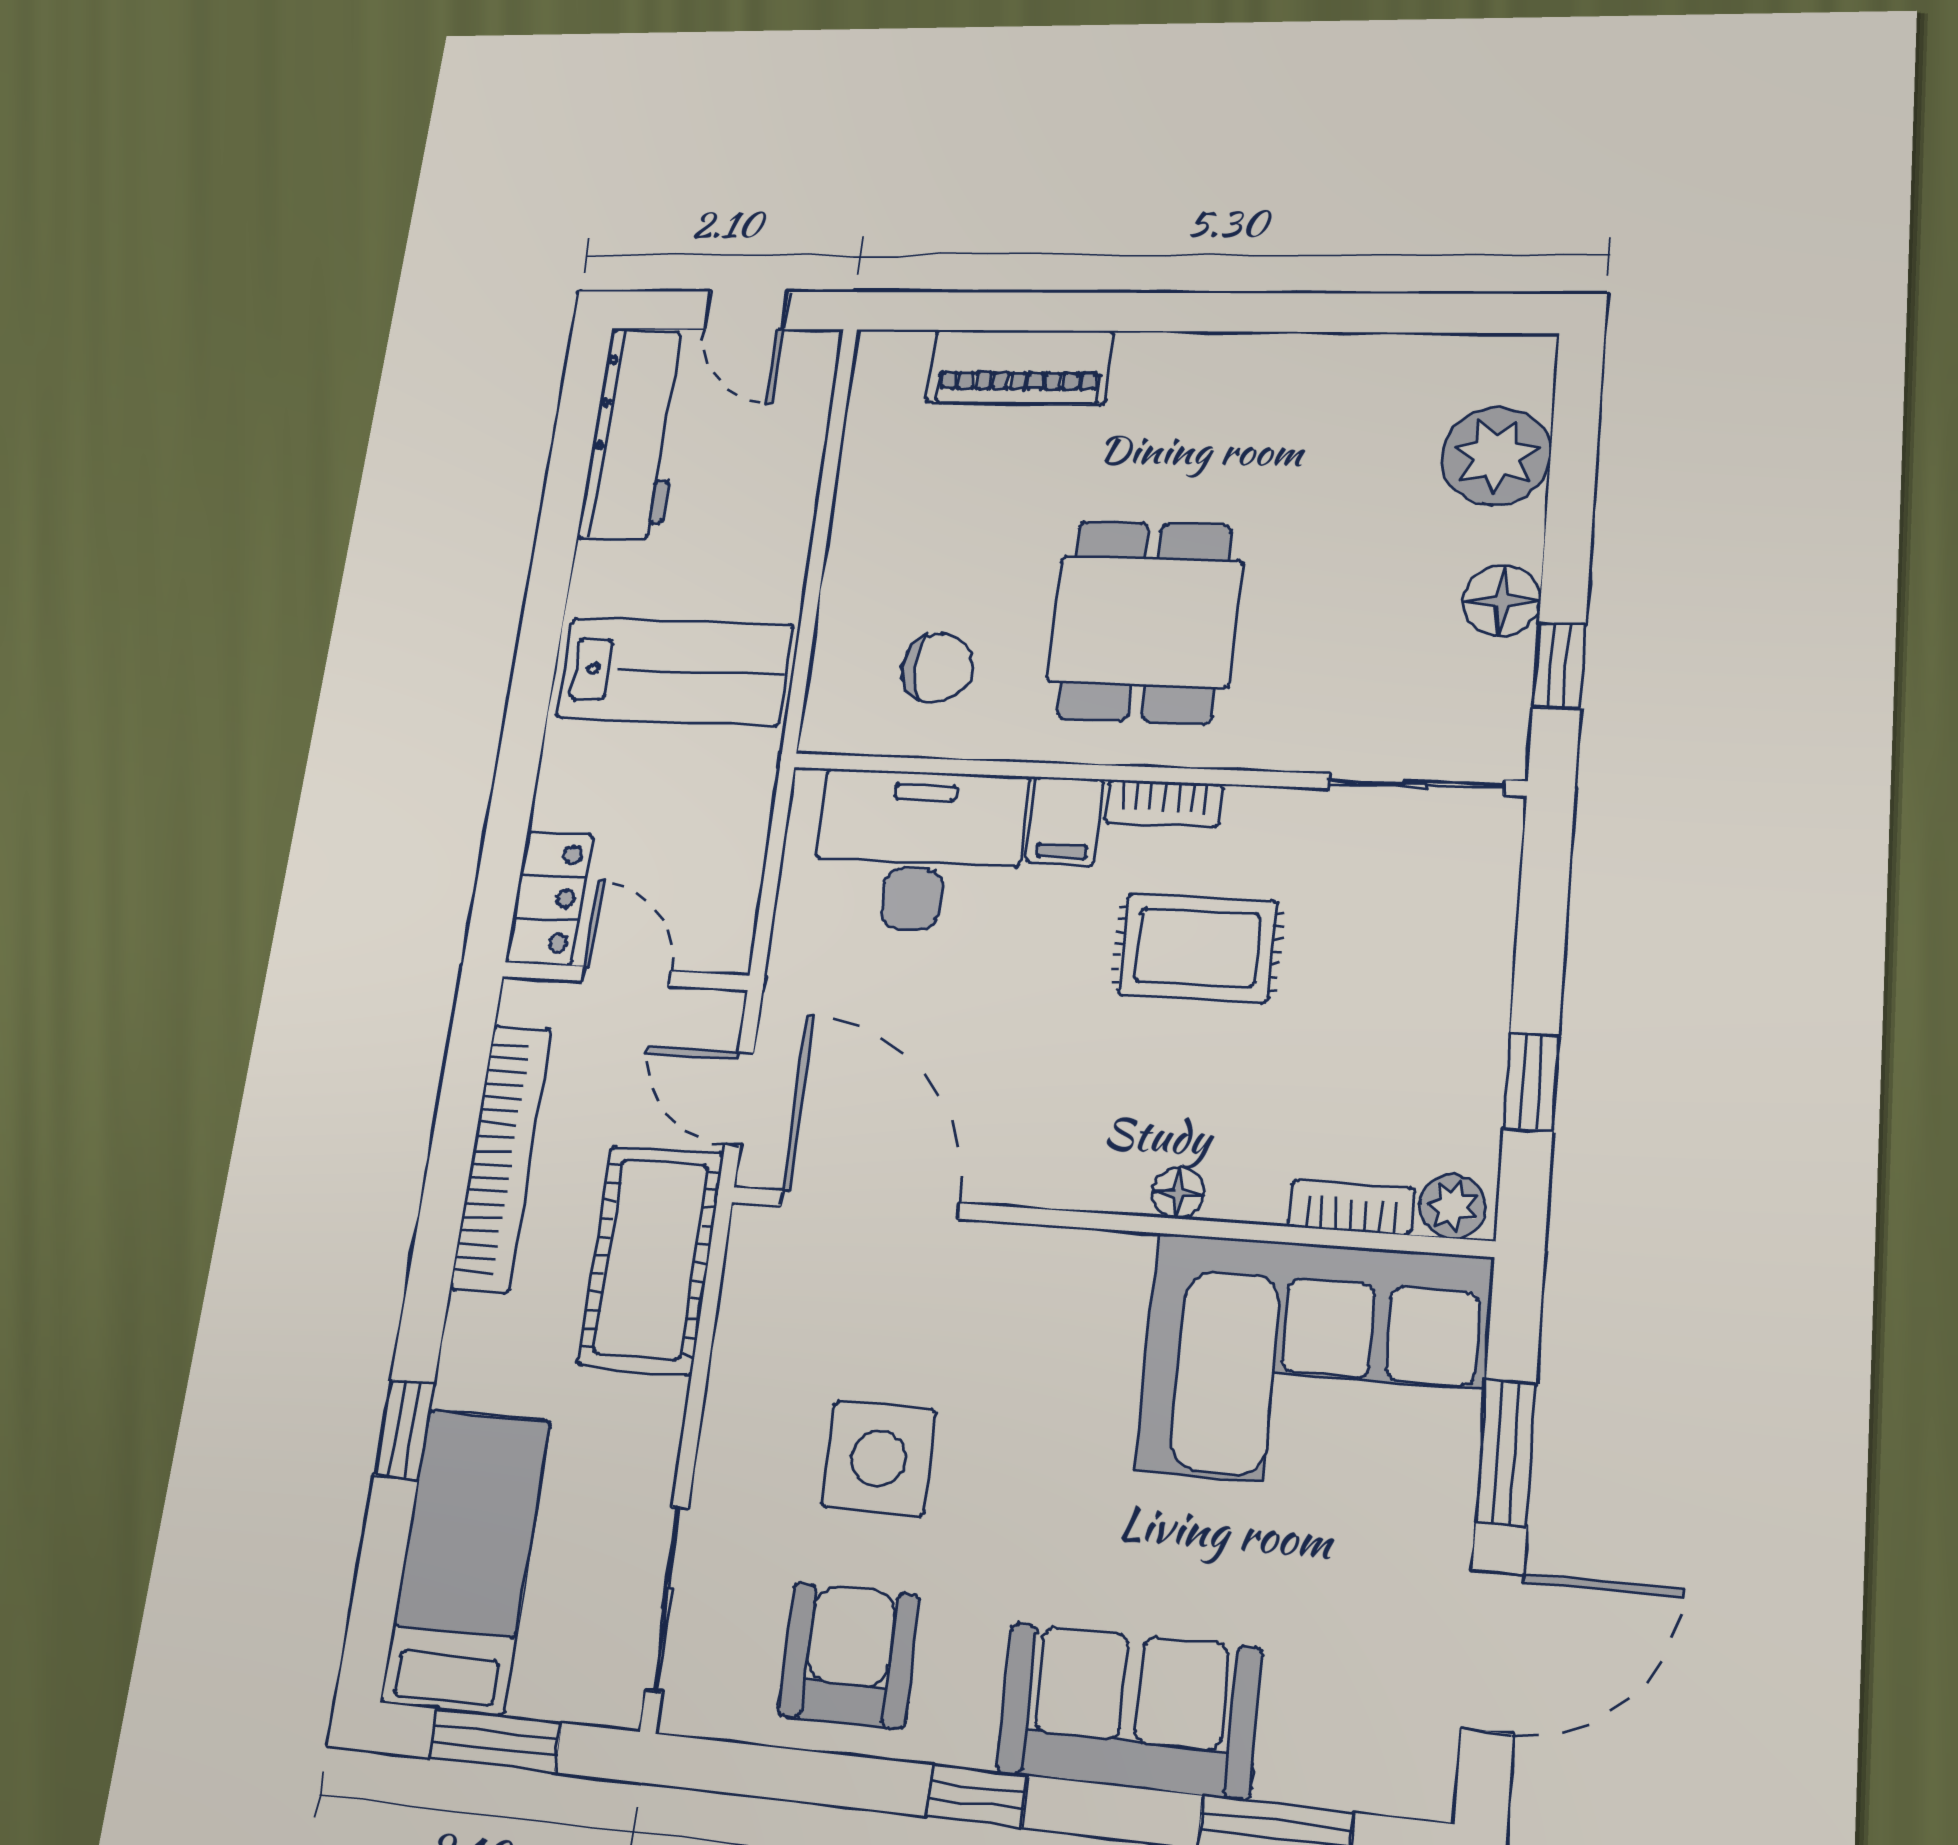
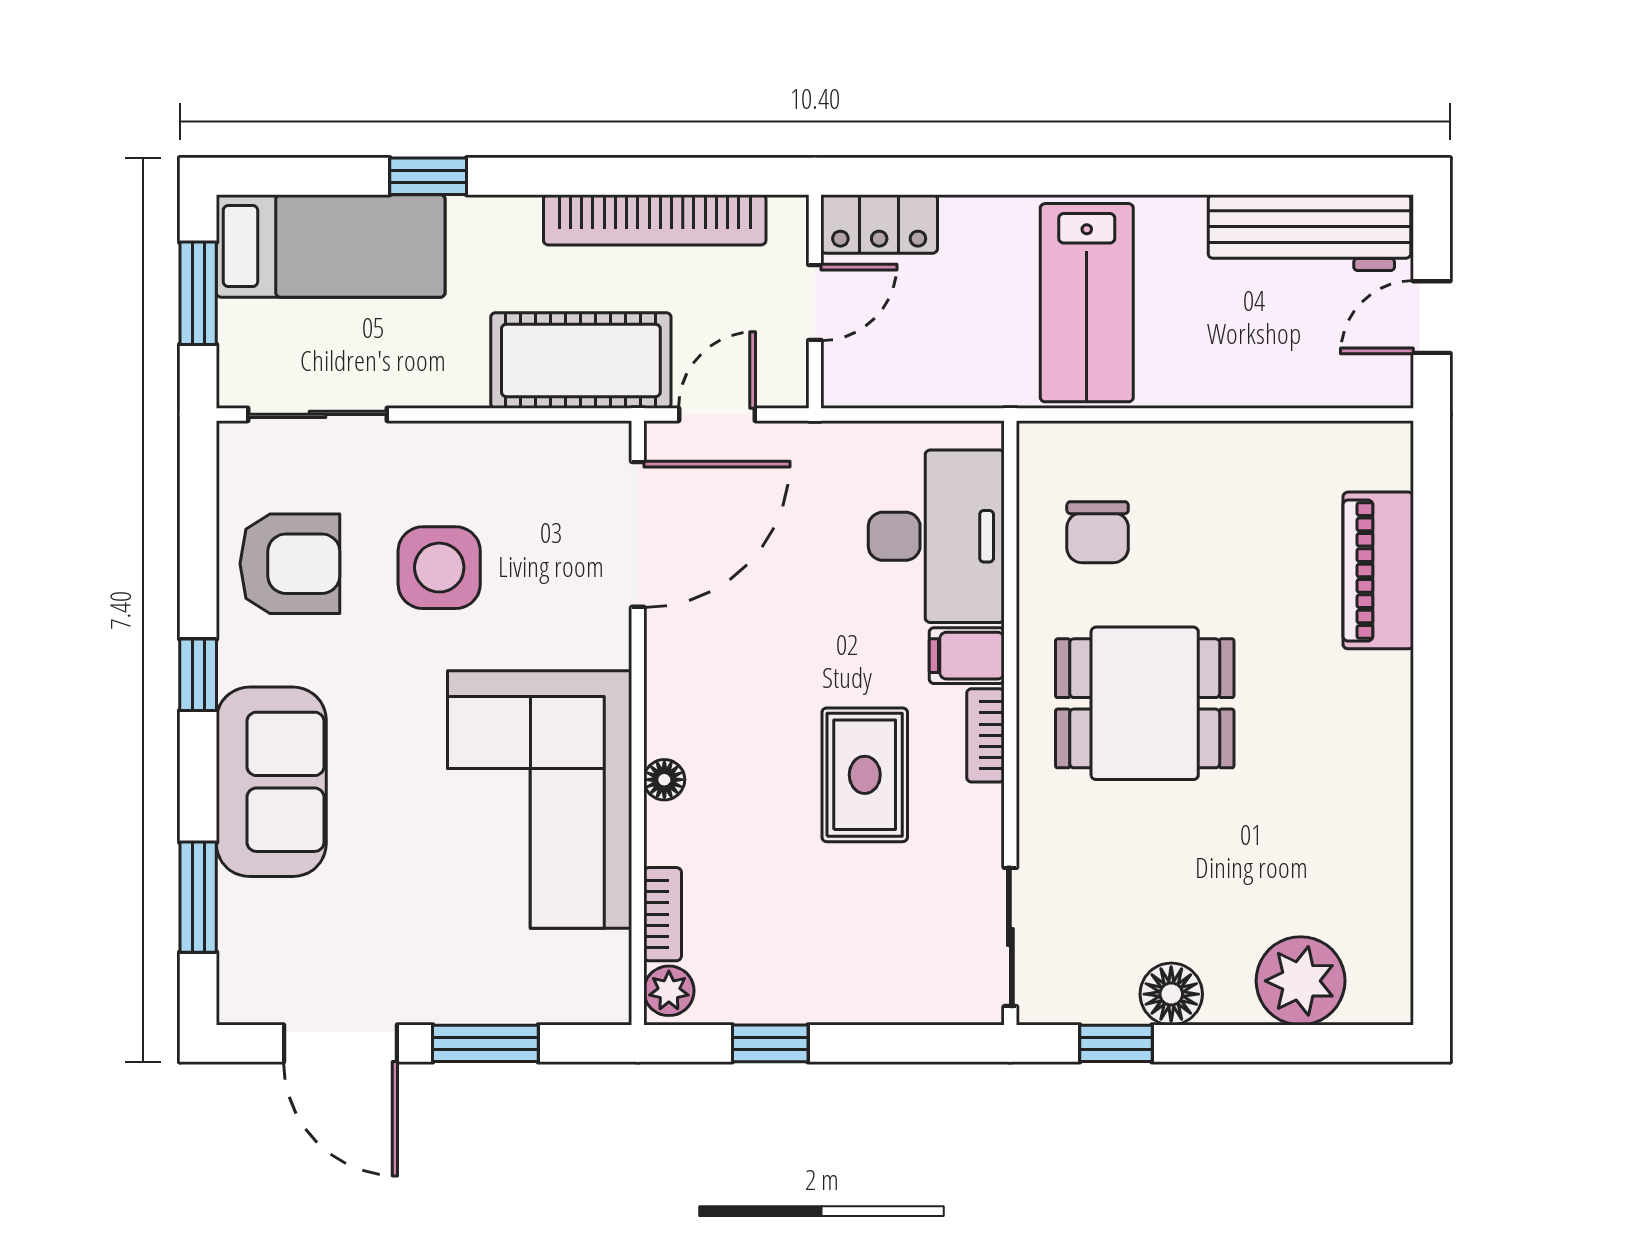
corner sofa: (1314, 1364) -> (540, 800), moved

